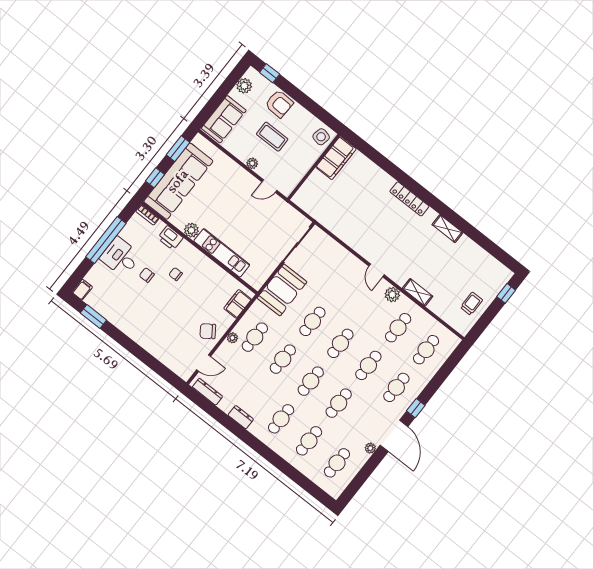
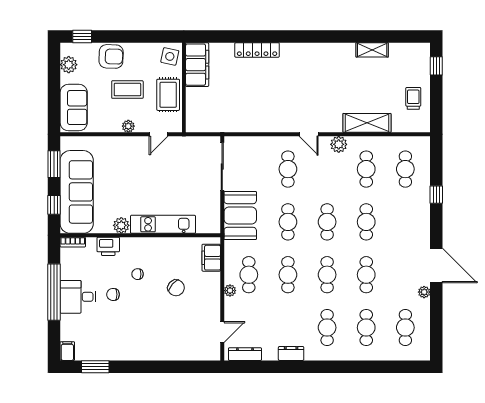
rug: (298, 163) -> (168, 95), added
locker: (409, 199) -> (257, 50), moved
shelving: (447, 229) -> (372, 50), moved
shelving: (418, 292) -> (367, 123), width x1.50, depth x1.33
chair: (208, 331) -> (176, 288), moved, turned -104
cafe table: (396, 387) -> (288, 169), moved
window: (416, 408) -> (436, 195), moved

